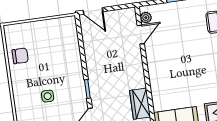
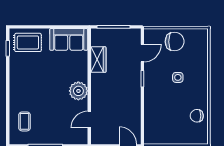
plant: (146, 18) -> (78, 91), moved, width x1.87, depth x1.87

